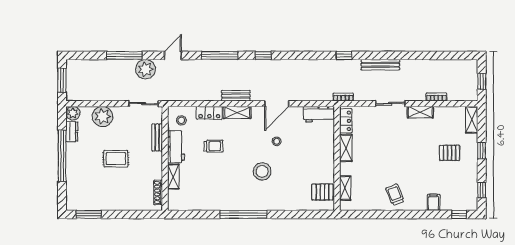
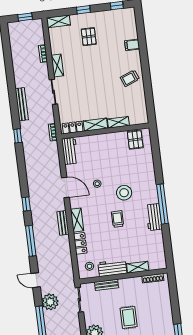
trolley: (214, 146) -> (118, 219), moved
shelving: (345, 188) -> (118, 122), moved
workbench: (229, 203) -> (154, 217), added
window: (459, 214) -> (140, 22), removed

